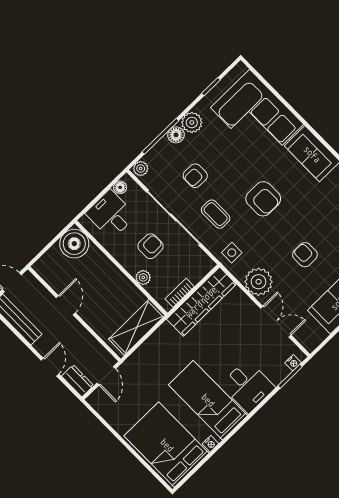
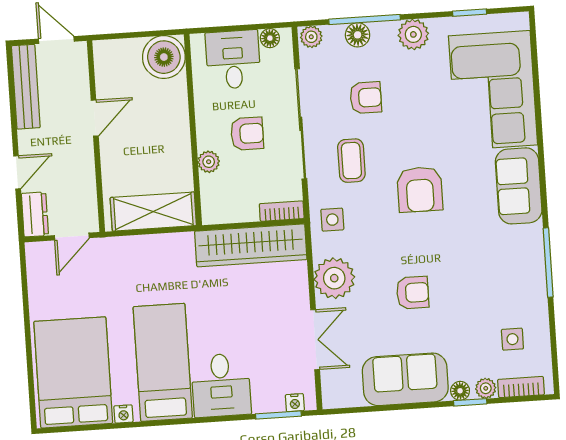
floor lamp: (176, 135) -> (358, 35), moved
armchair: (195, 176) -> (366, 98), turned 180
armchair: (305, 255) -> (413, 293), turned 90
bookcase: (180, 293) -> (282, 211), moved

